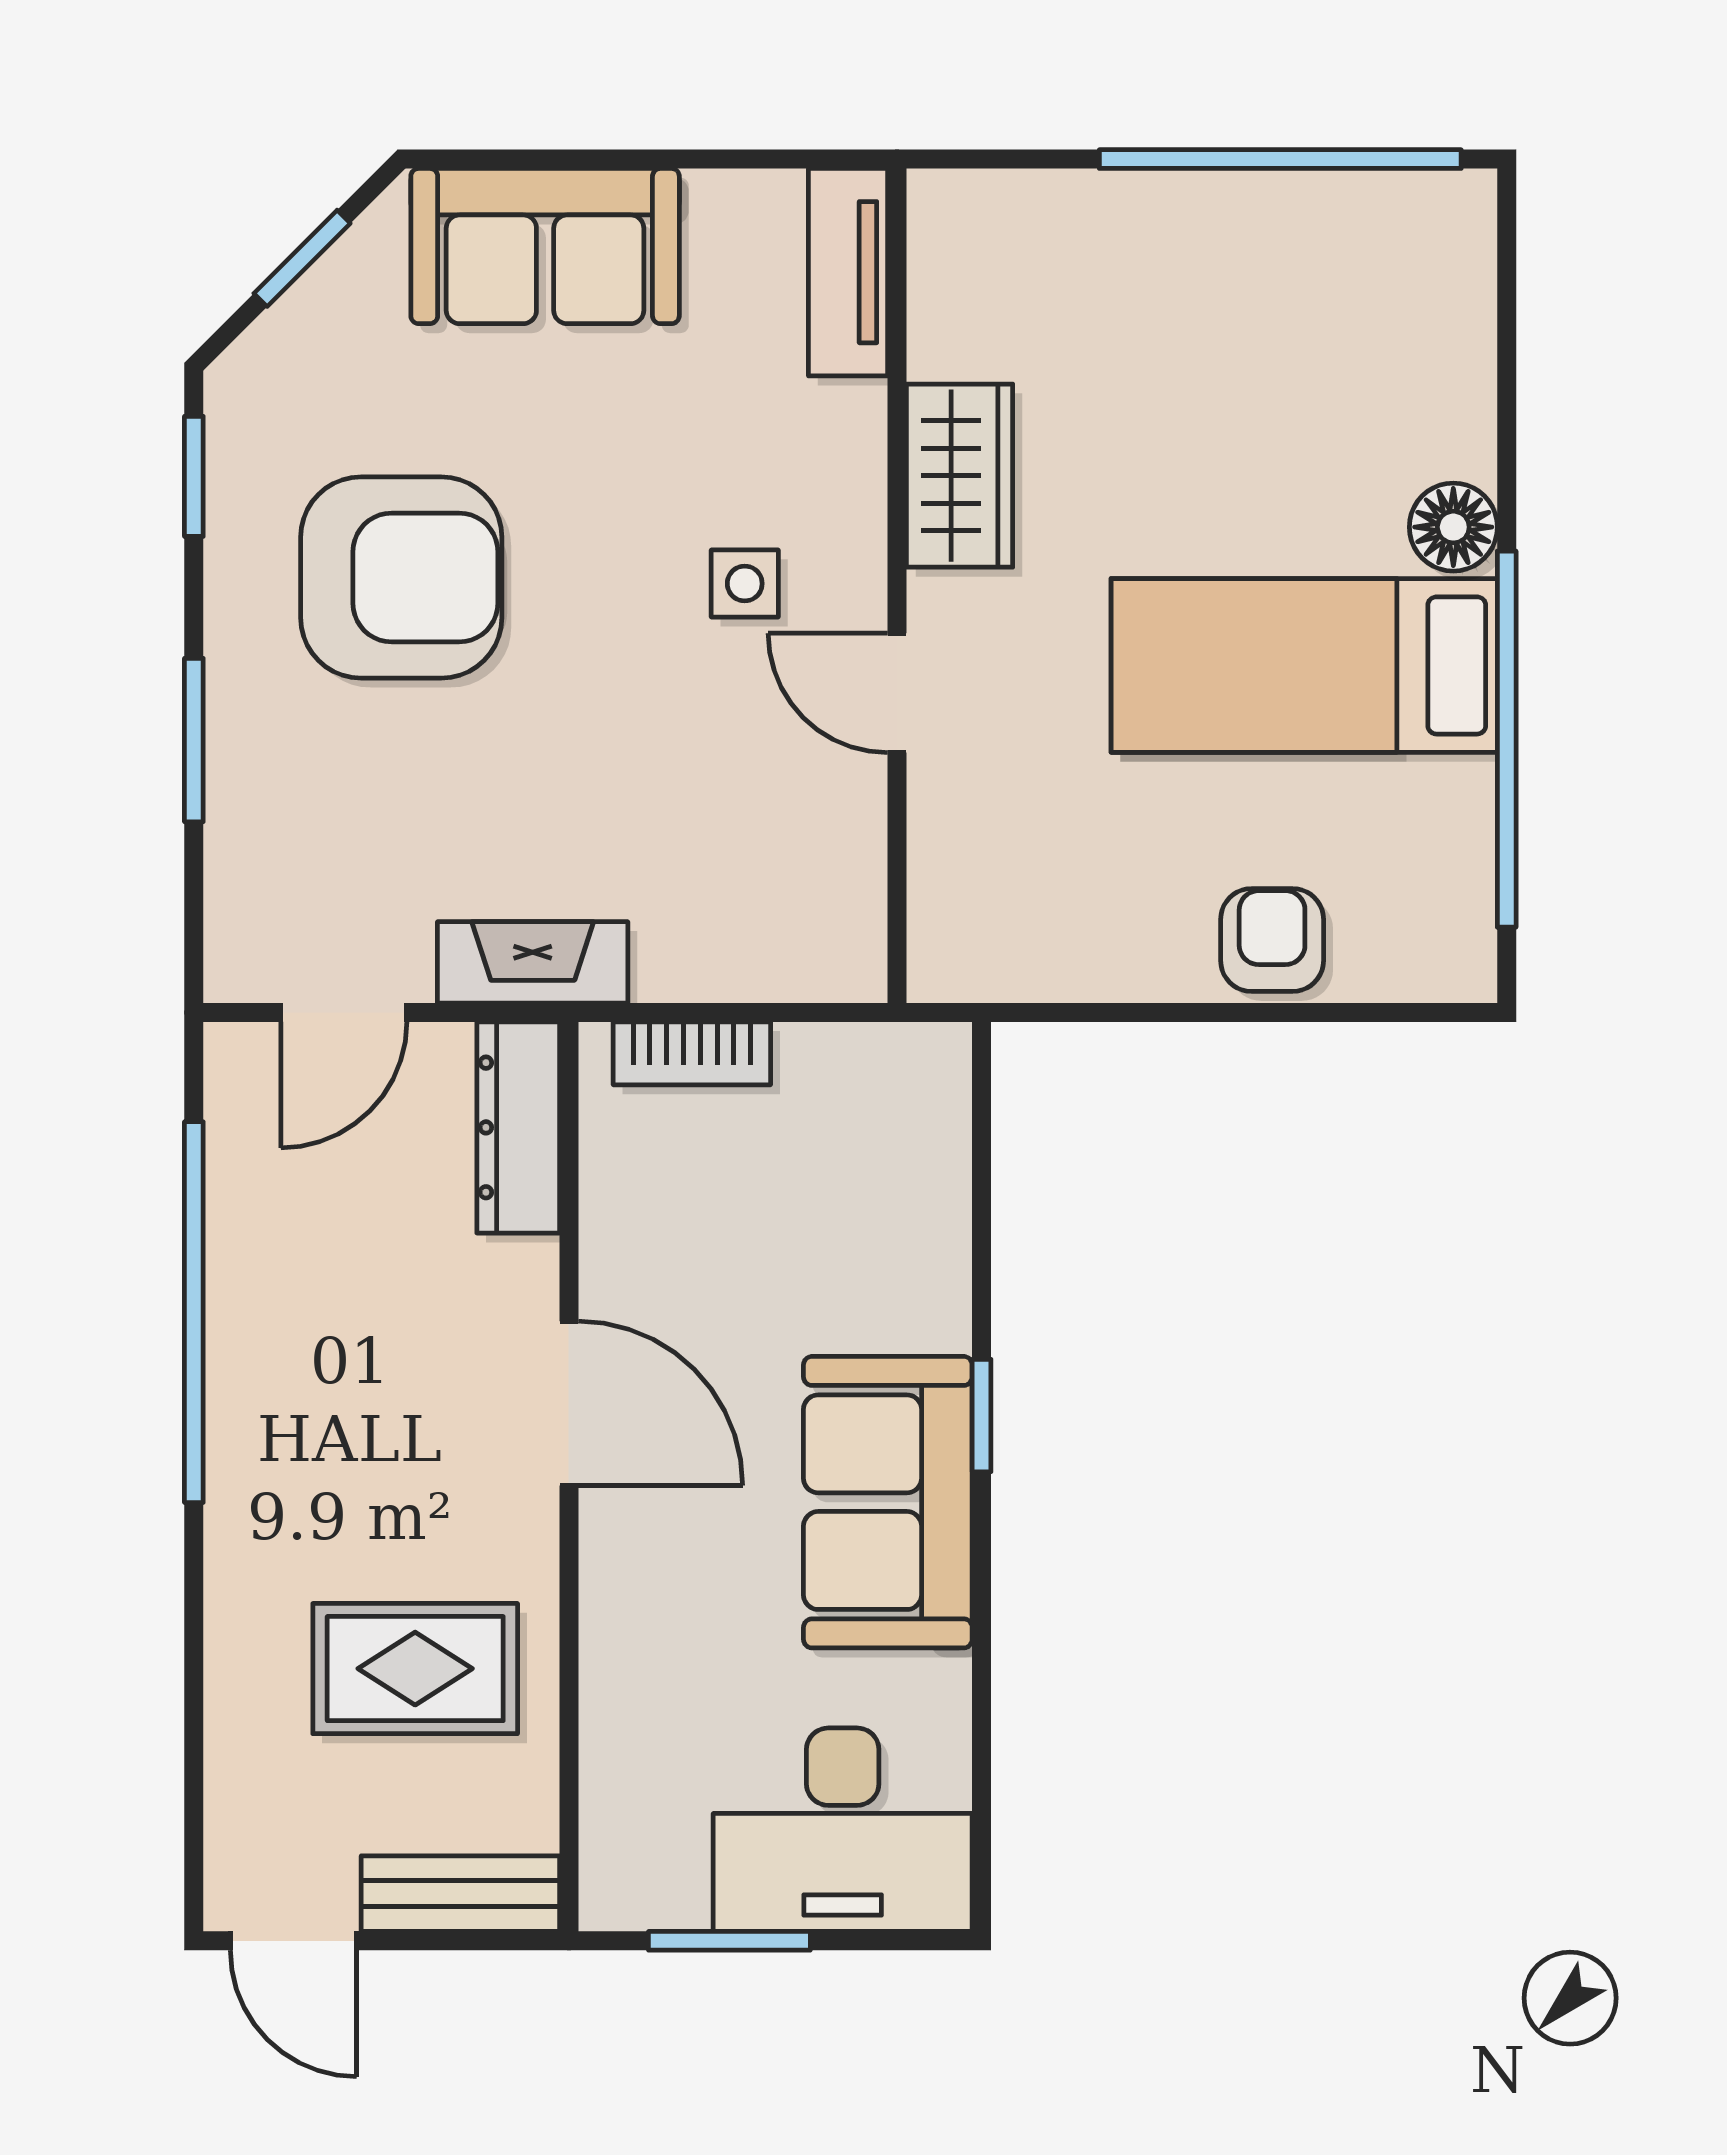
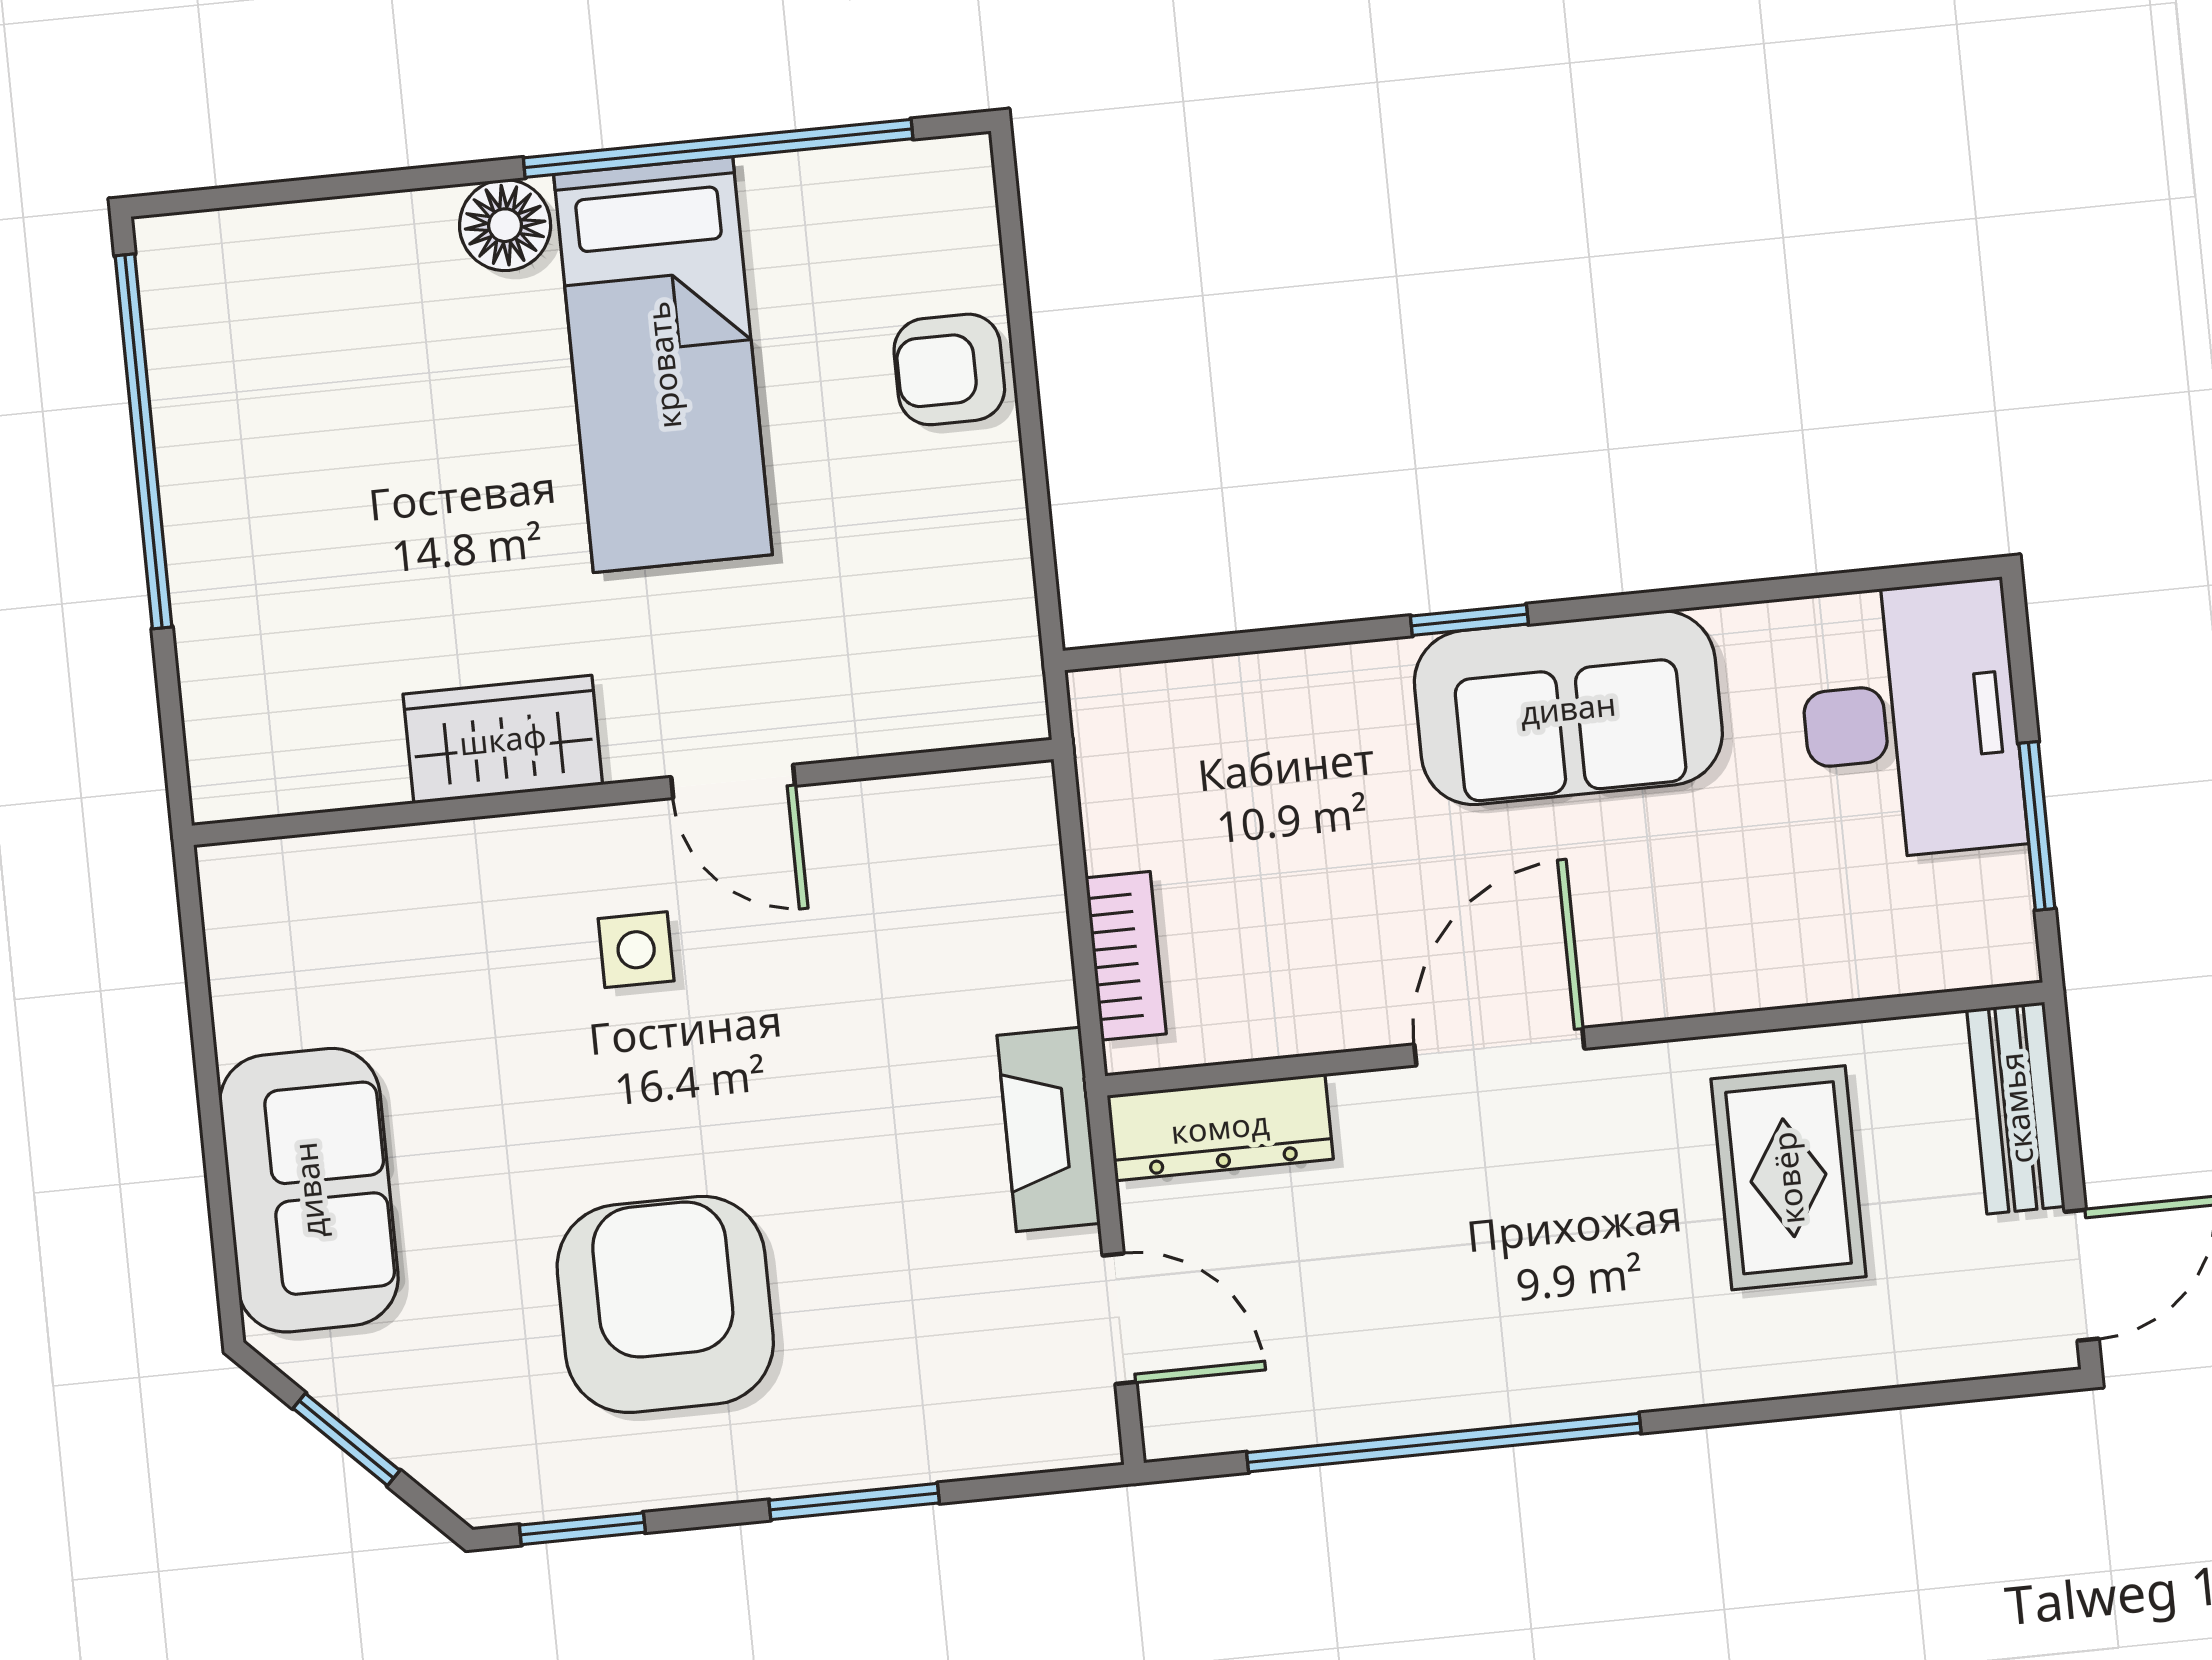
tv unit: (848, 272) -> (305, 875), removed
door: (897, 693) -> (733, 781), hinge flipped

